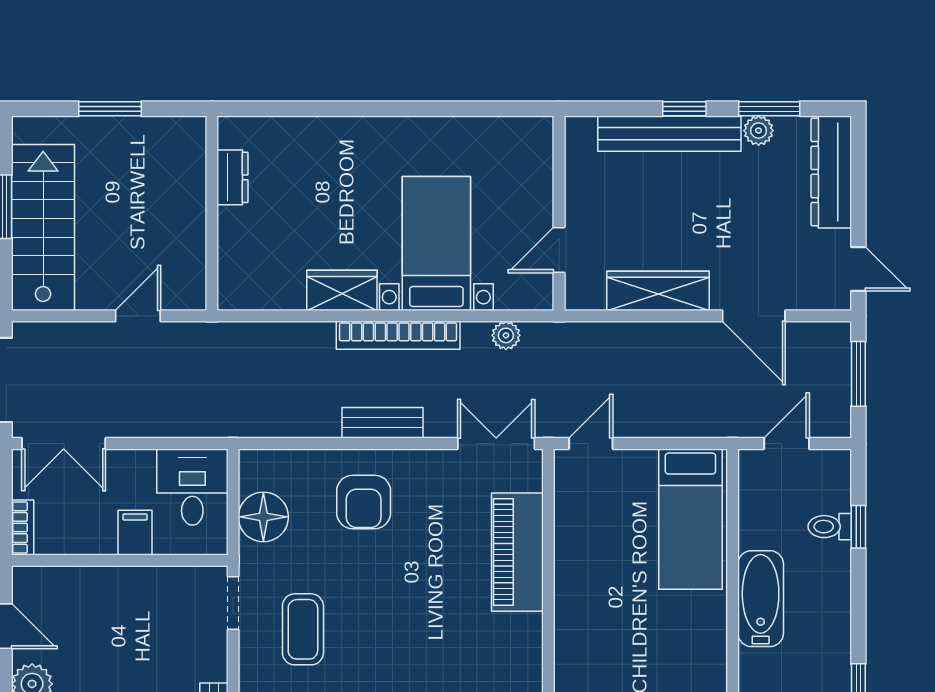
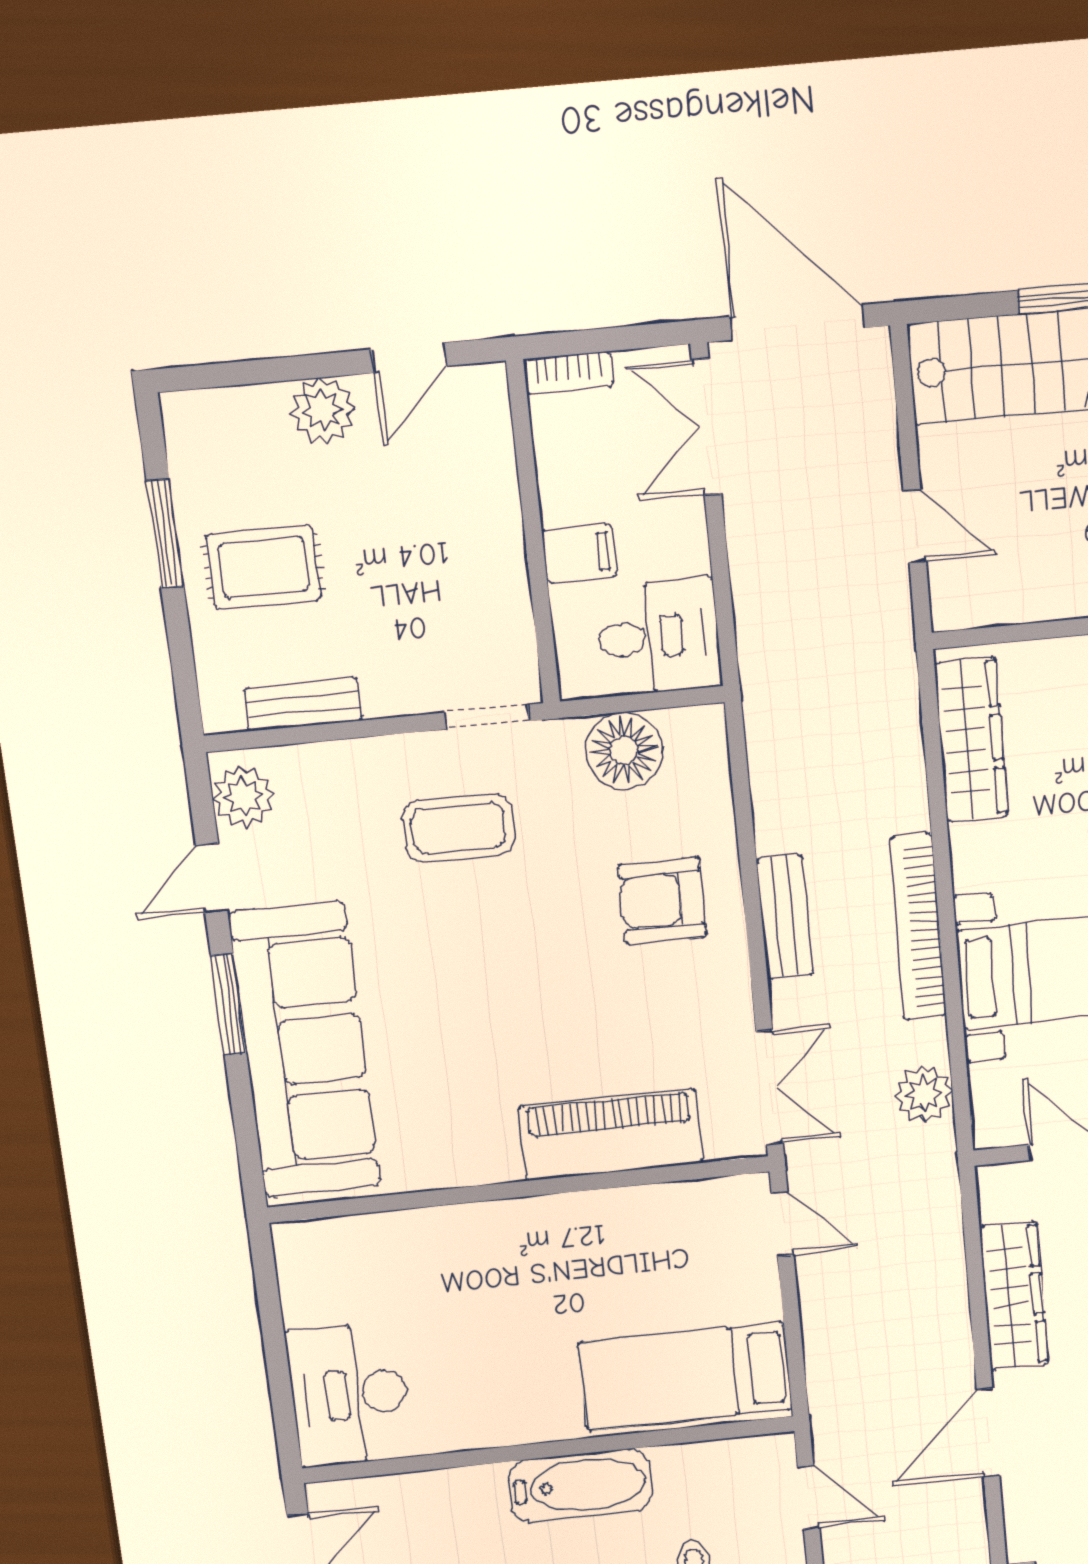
wardrobe: (342, 290) -> (971, 740), moved, width x1.50
plant: (506, 335) -> (924, 1094), width x1.38, depth x1.38

